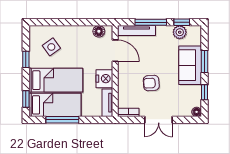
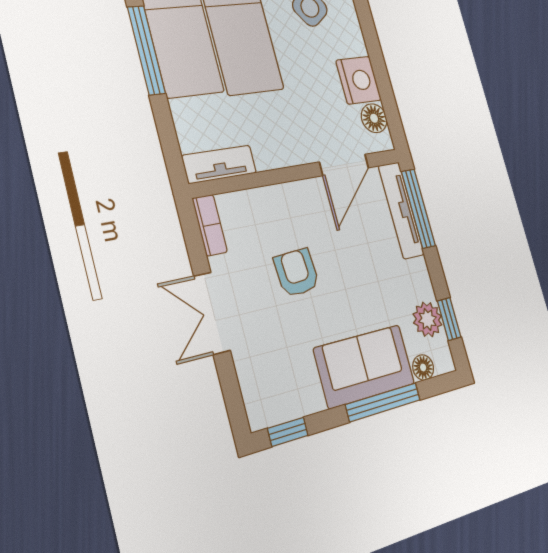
window: (151, 22) -> (418, 209), moved
window: (204, 61) -> (383, 402), width x1.44
nightstand: (104, 79) -> (359, 80), moved, turned -90
window: (204, 92) -> (288, 432), moved
floor lamp: (197, 112) -> (423, 367), moved

